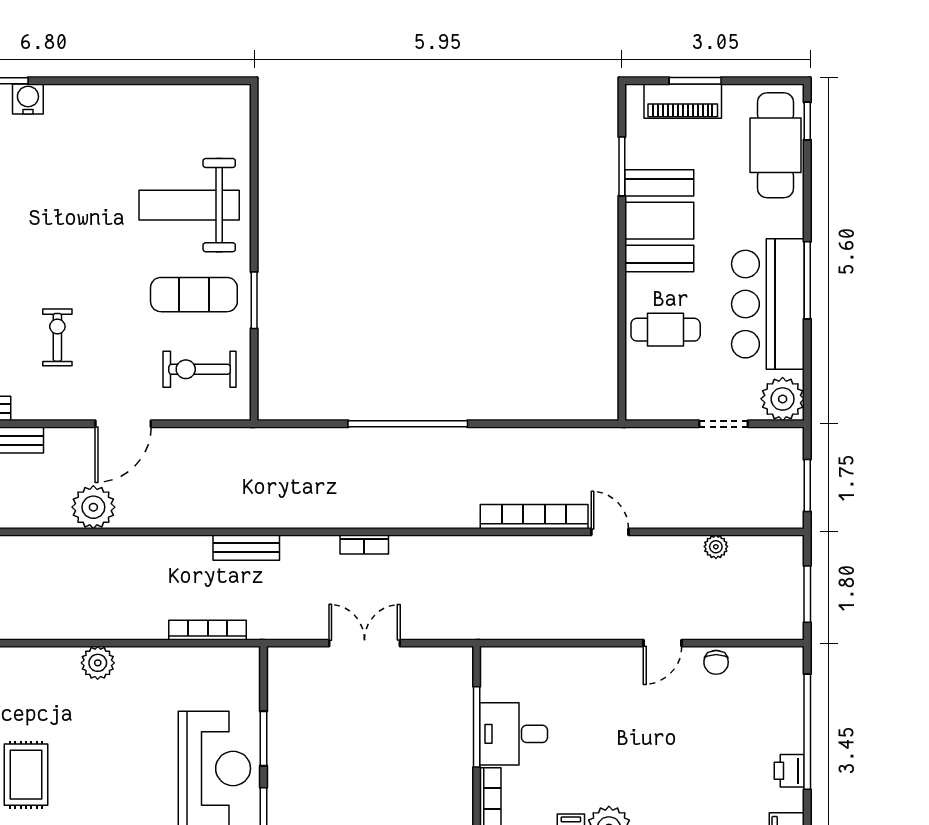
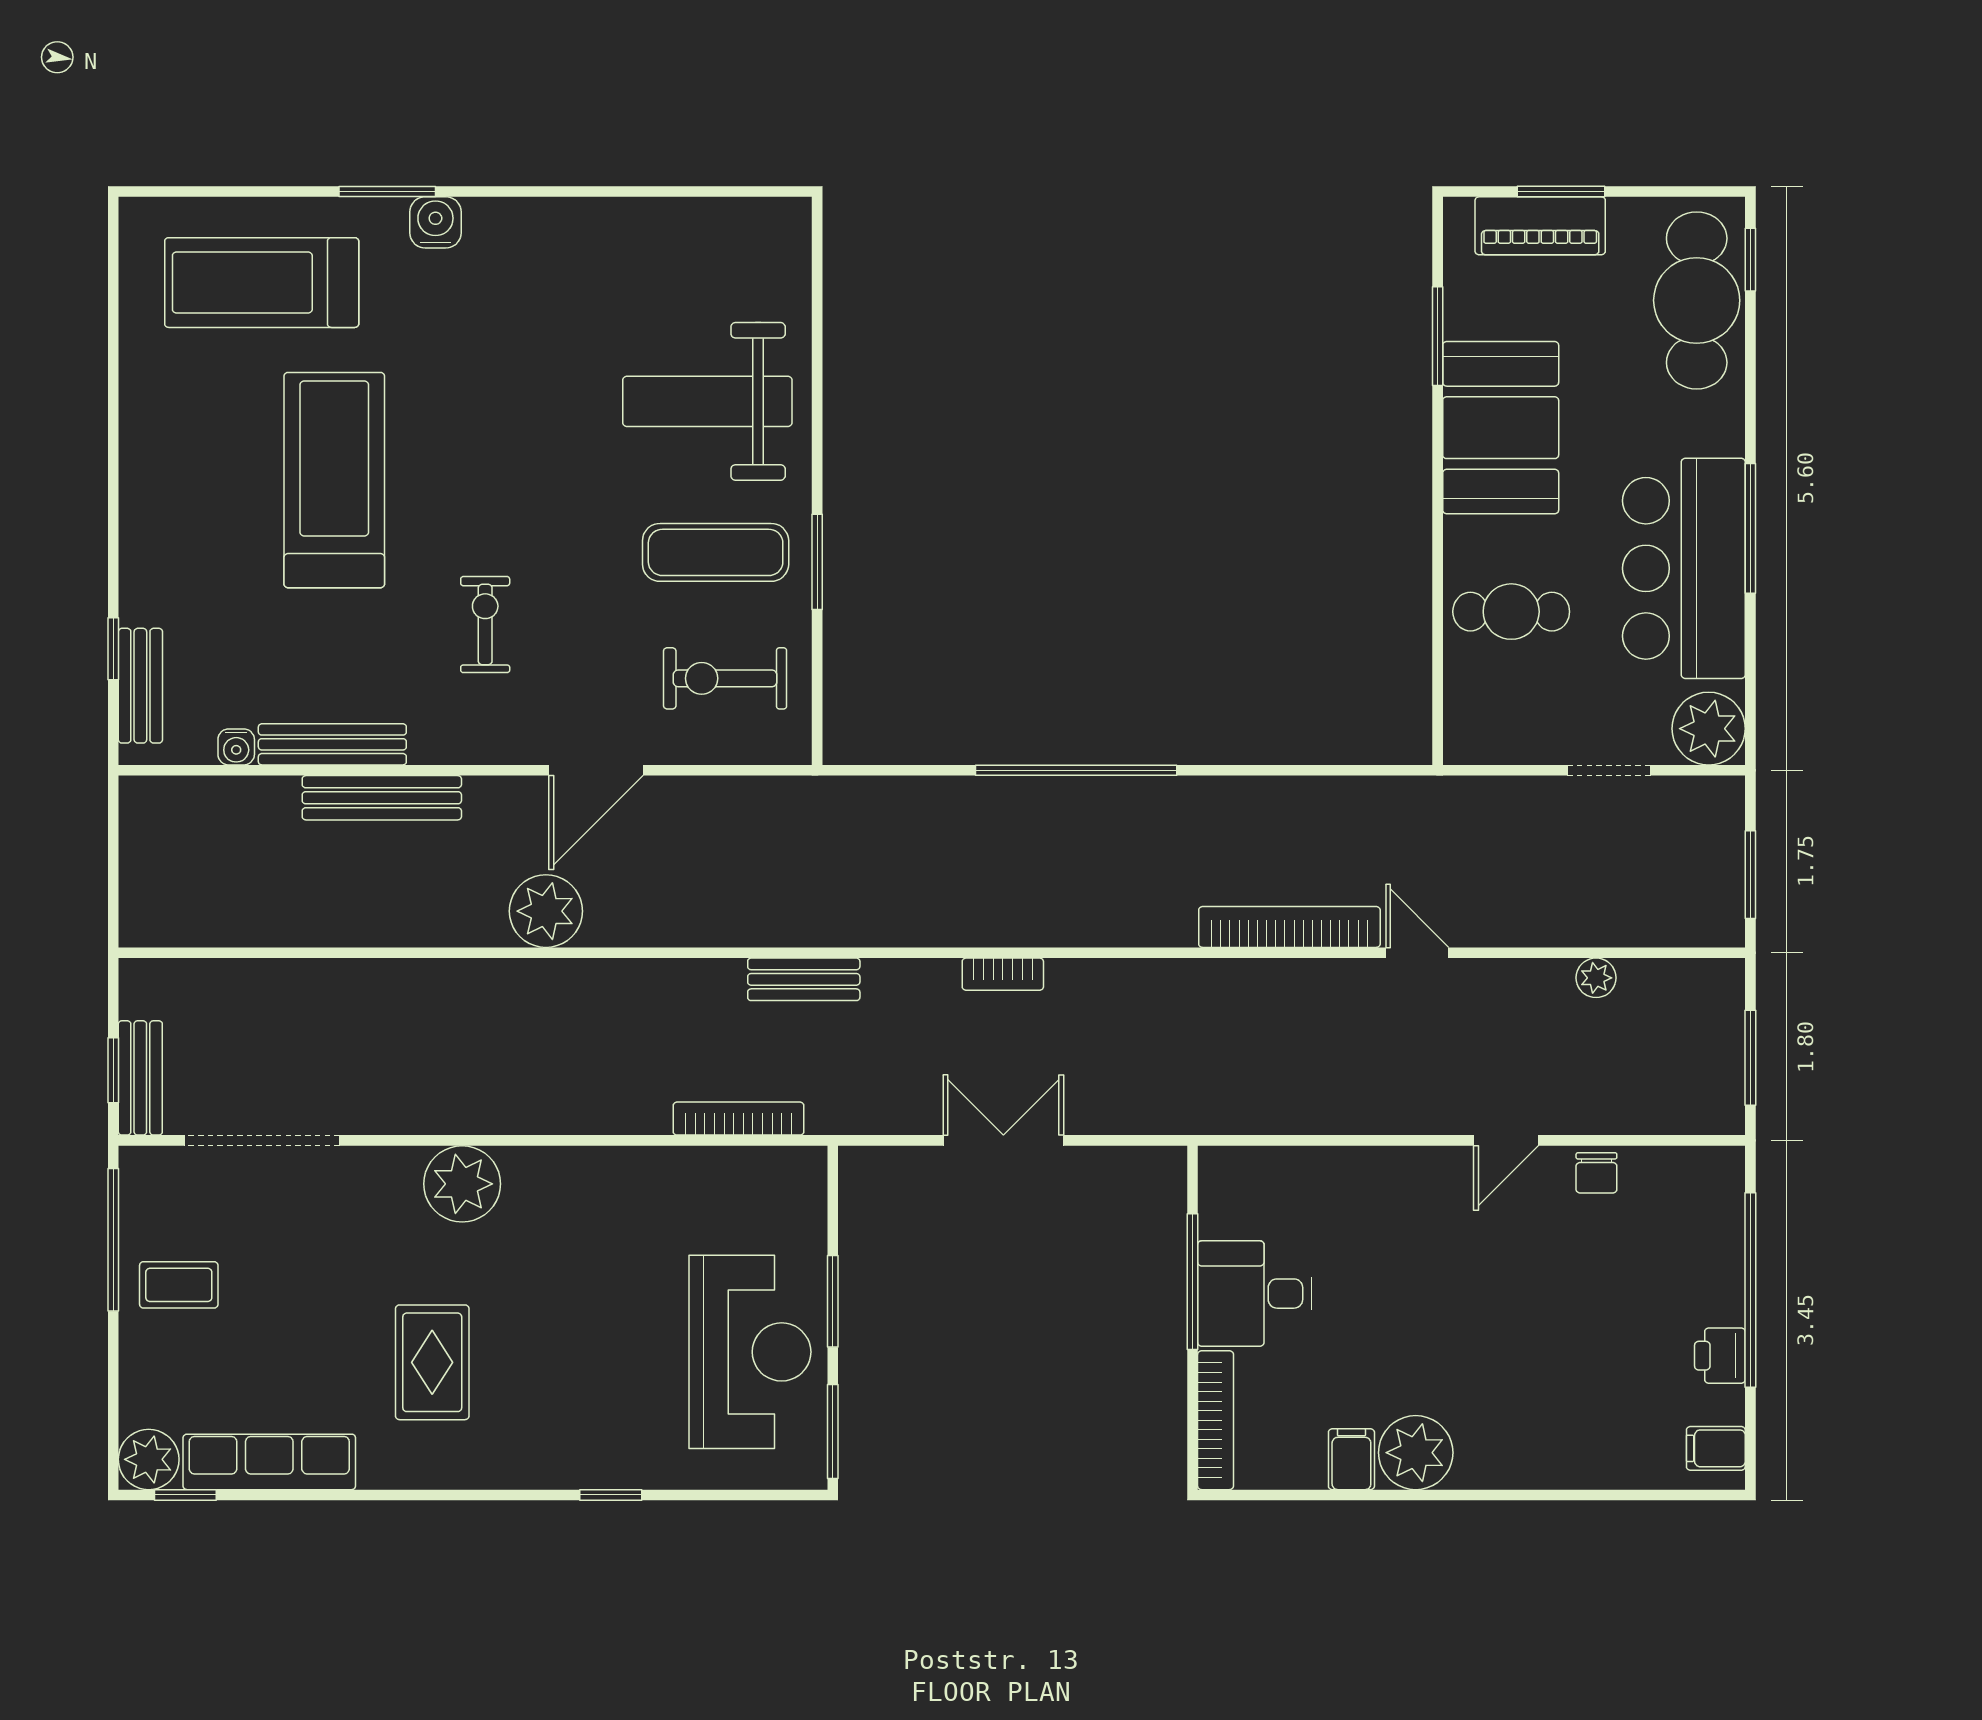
plant: (98, 663) -> (462, 1184), moved, width x1.36, depth x1.36

